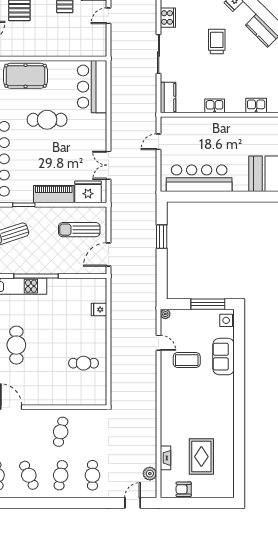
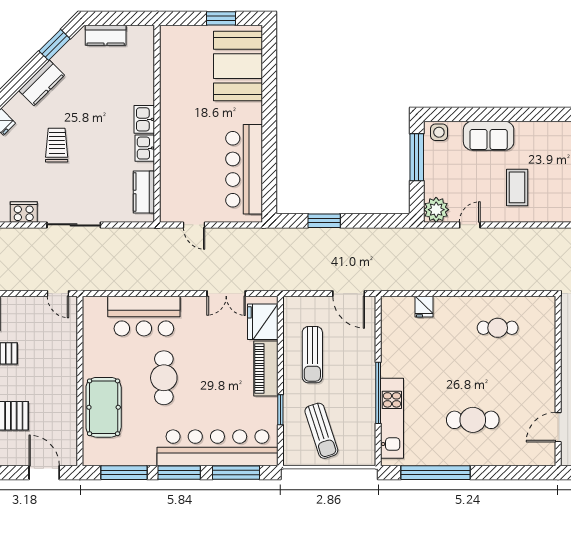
door: (109, 16) -> (58, 294), moved
trolley: (217, 42) -> (57, 145), turned 90
bar counter: (92, 87) -> (144, 316), moved
kitchen counter: (168, 97) -> (144, 192), moved, turned -90
kitchen sink: (256, 105) -> (144, 119), moved
sun lounger: (79, 230) -> (312, 355), moved
plant: (165, 314) -> (436, 210), width x1.88, depth x1.88
coffee table: (187, 360) -> (517, 187), moved
cafe table: (84, 363) -> (498, 328), turned 90

